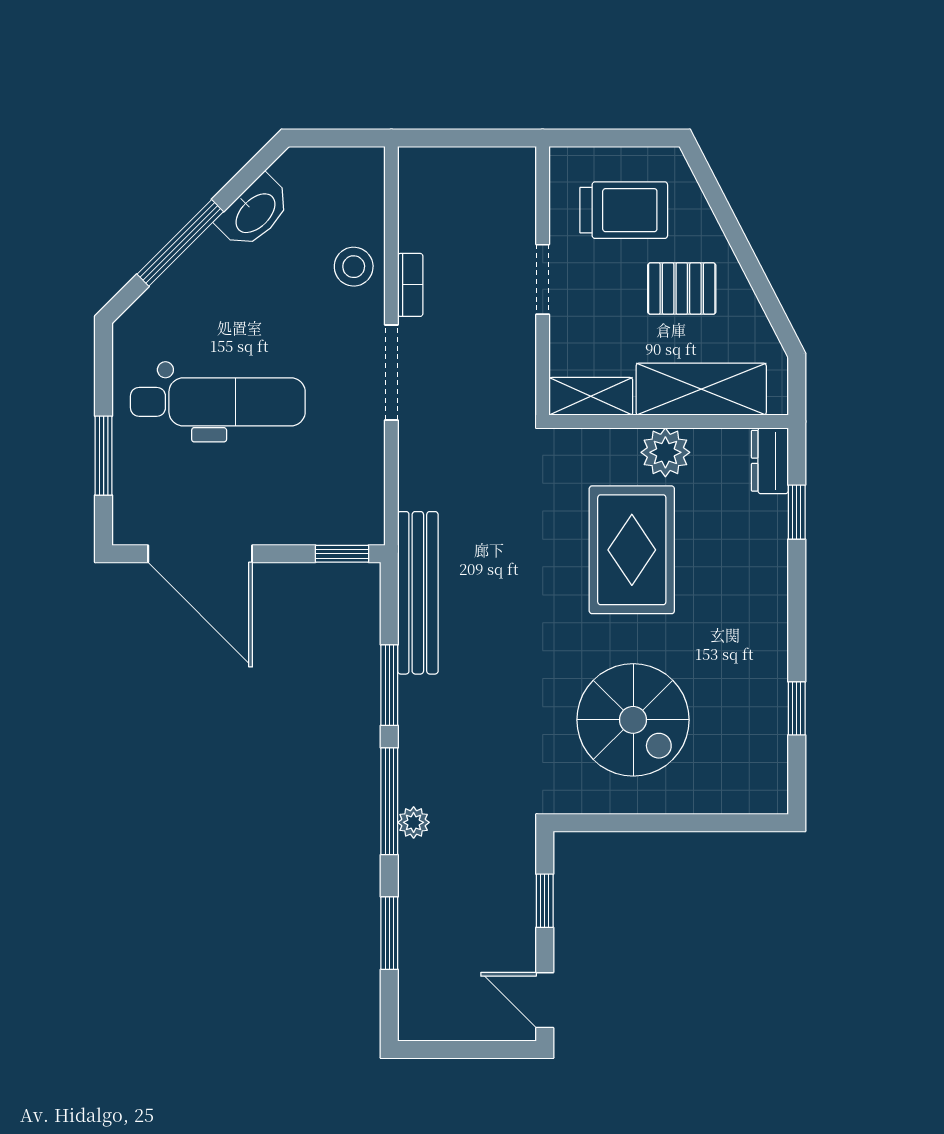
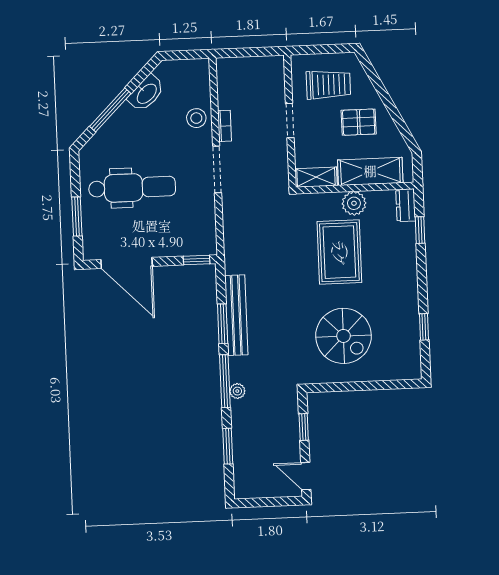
bench: (418, 593) -> (236, 315), moved

